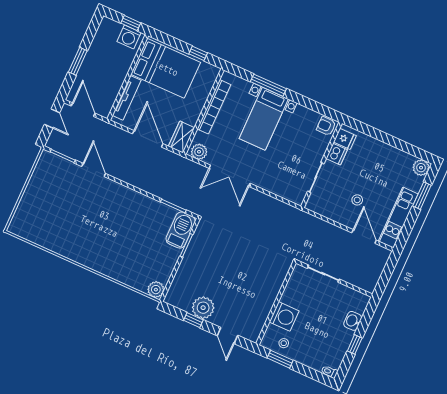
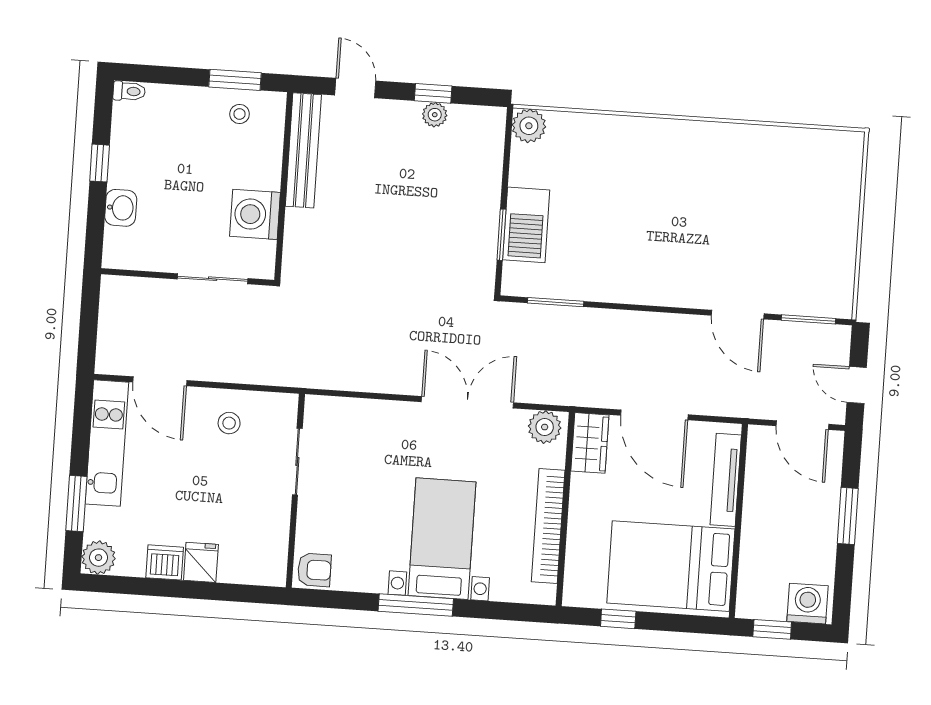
washing machine: (129, 37) -> (808, 604), moved
window: (268, 85) -> (416, 605), moved
fridge: (345, 139) -> (201, 562), moved, turned 90
dishwasher: (337, 154) -> (165, 562), moved, turned 90
stool: (357, 200) -> (229, 423), moved
barbecue: (181, 230) -> (526, 225), moved
plant: (203, 308) -> (435, 115), width x0.53, depth x0.53
bench: (261, 316) -> (303, 150), added
washing machine: (284, 316) -> (255, 214), moved

